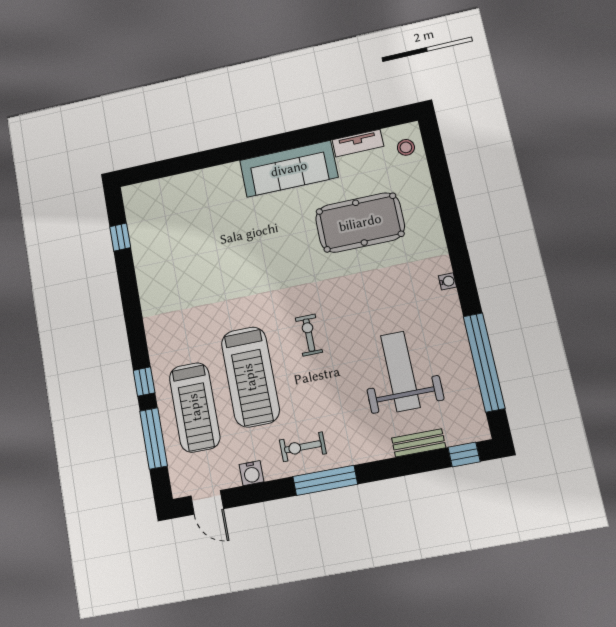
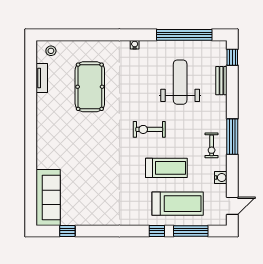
sofa: (289, 169) -> (48, 197), moved
exercise bike: (309, 335) -> (149, 129), width x1.38, depth x1.39
weight bench: (400, 371) -> (180, 82), turned 90
treadmill: (250, 377) -> (166, 168), width x0.73, depth x0.73

